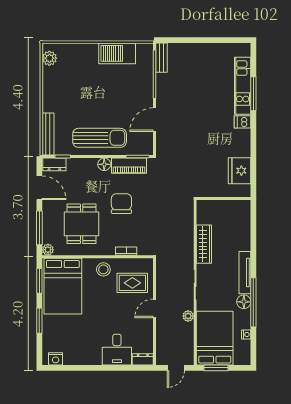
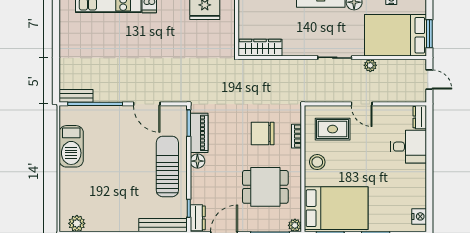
chair: (121, 204) -> (263, 133), moved
wardrobe: (204, 244) -> (260, 48), moved
rug: (132, 283) -> (333, 129), turned 90

